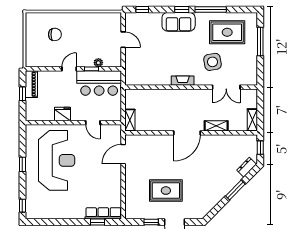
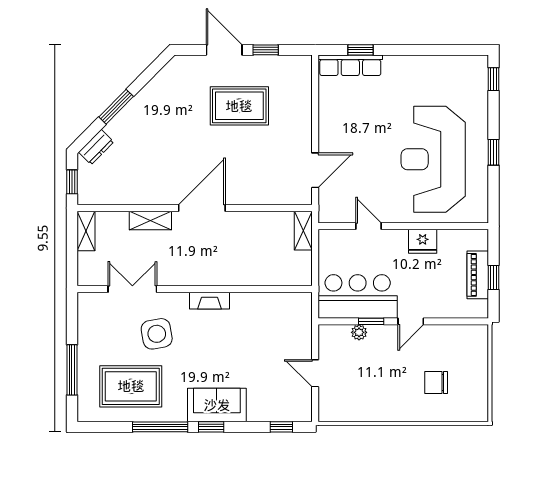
piano: (31, 84) -> (478, 275), moved

